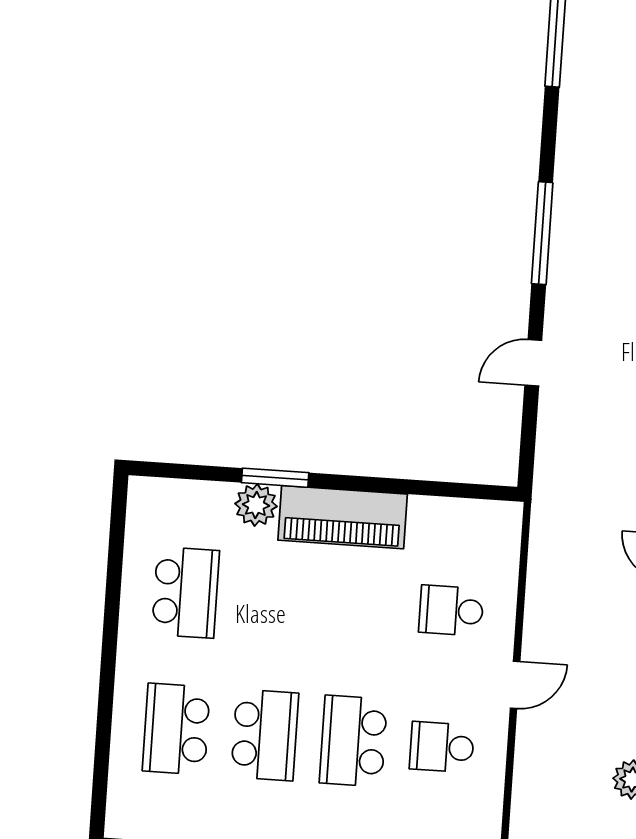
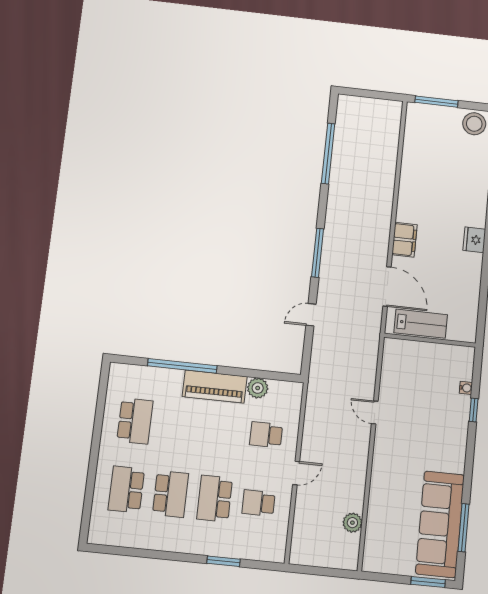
window: (275, 478) -> (182, 366), width x2.11
plant: (256, 505) -> (258, 388), moved

